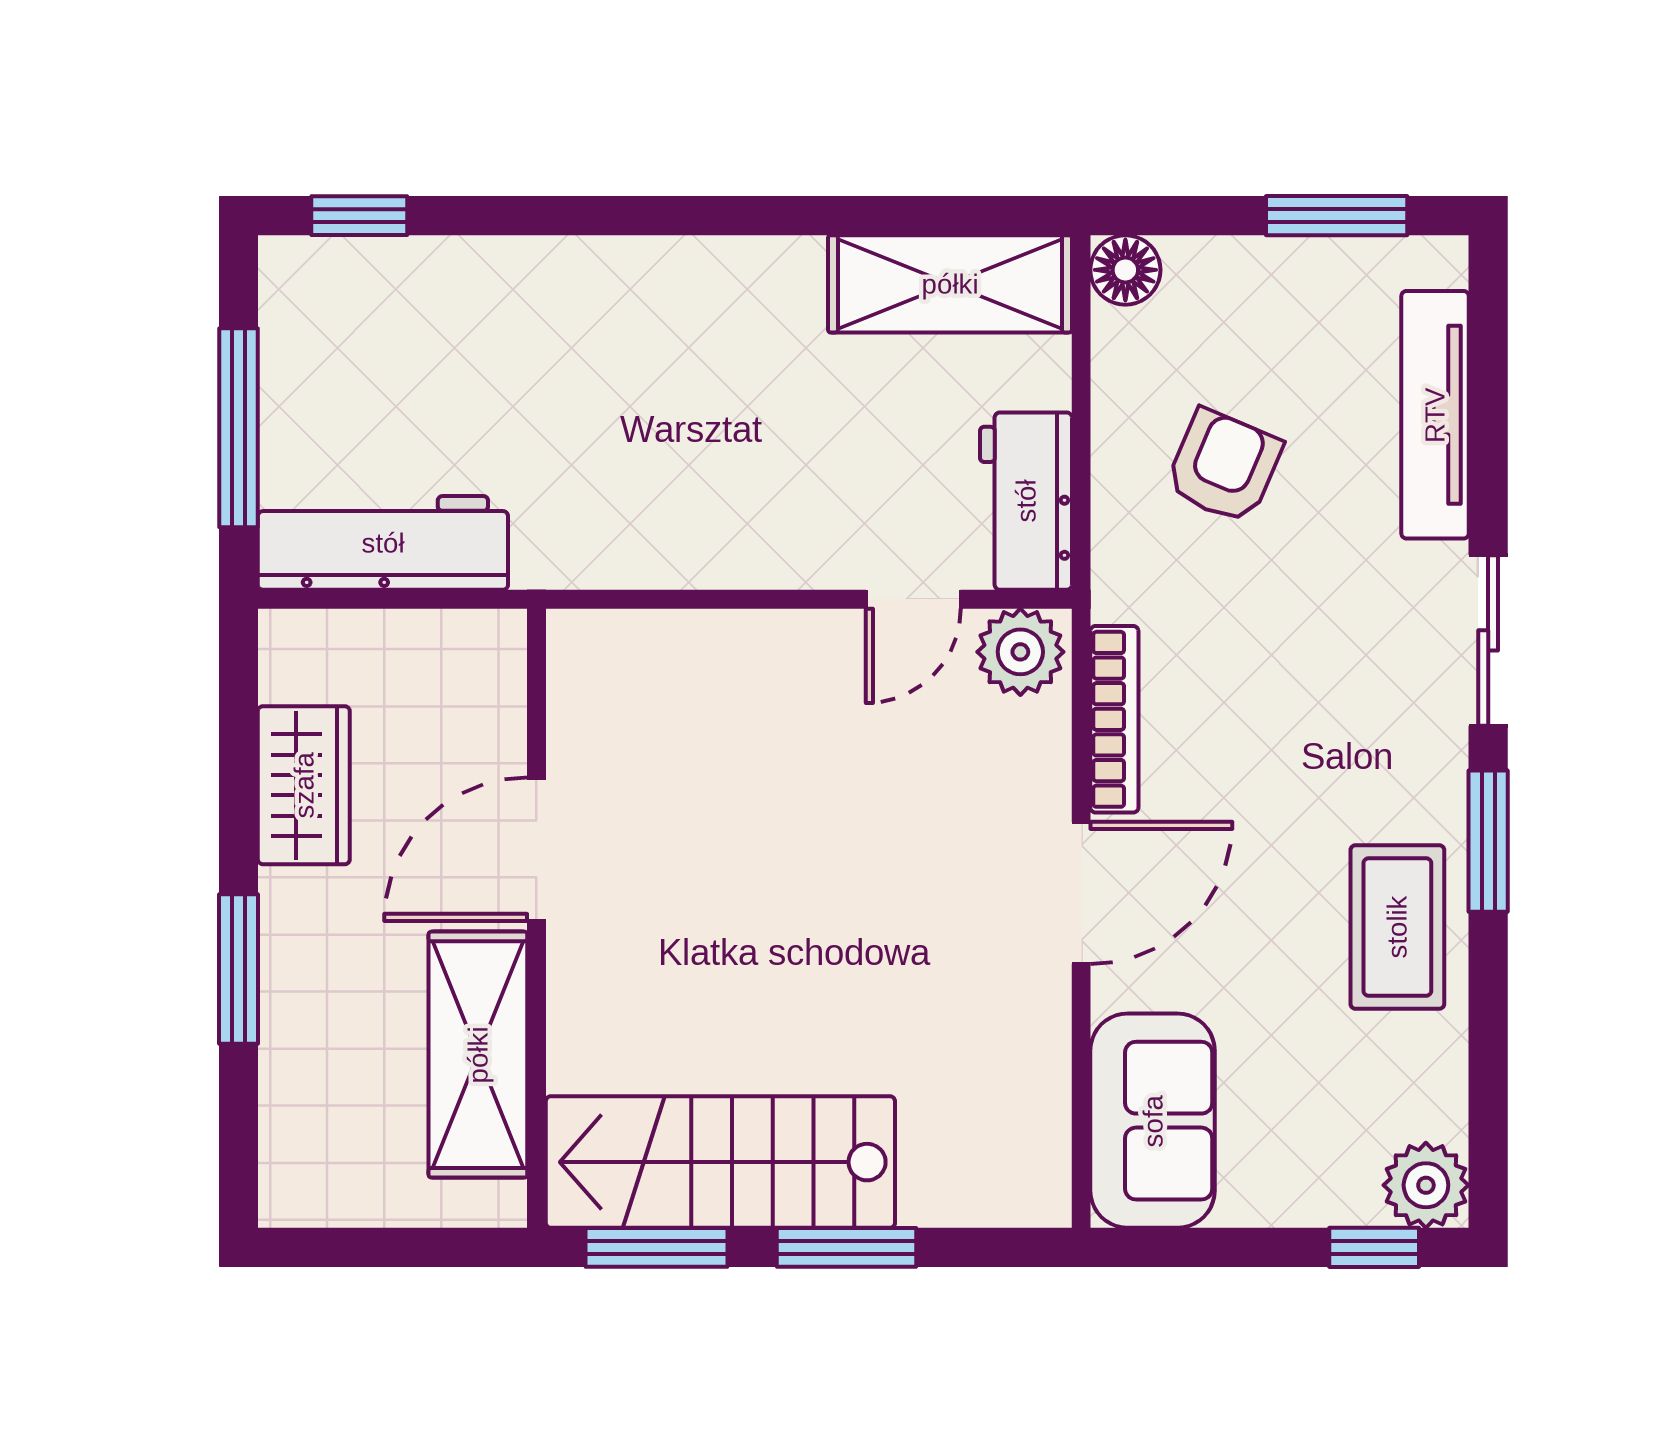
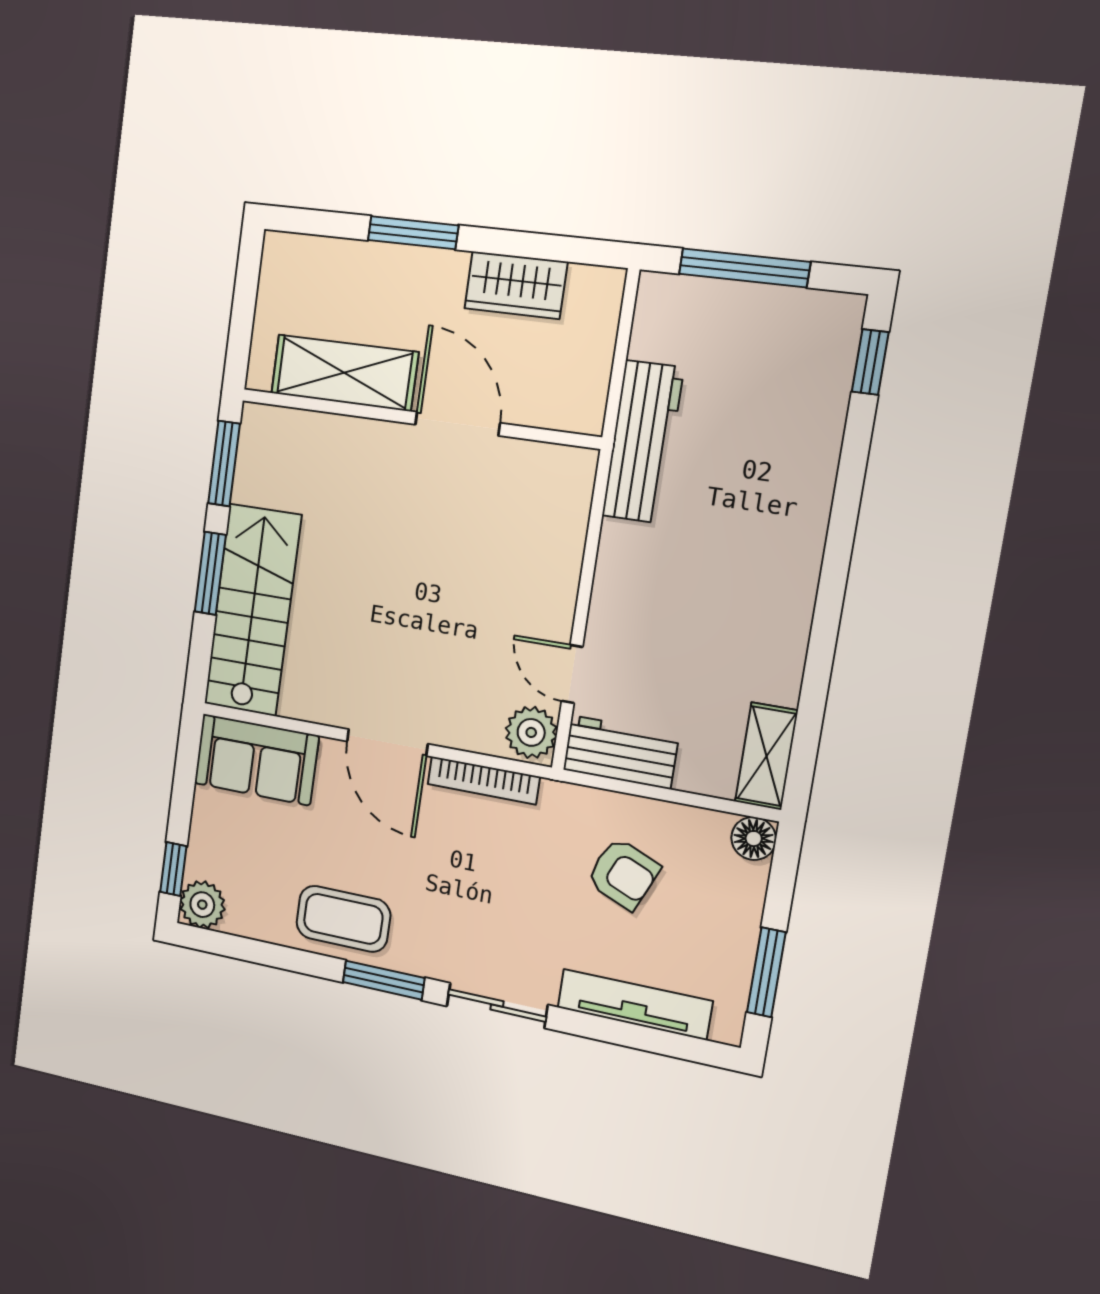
shelving: (950, 284) -> (766, 756), width x0.67, depth x0.75
workbench: (383, 543) -> (643, 442), moved
stairs: (720, 1162) -> (253, 610), moved

